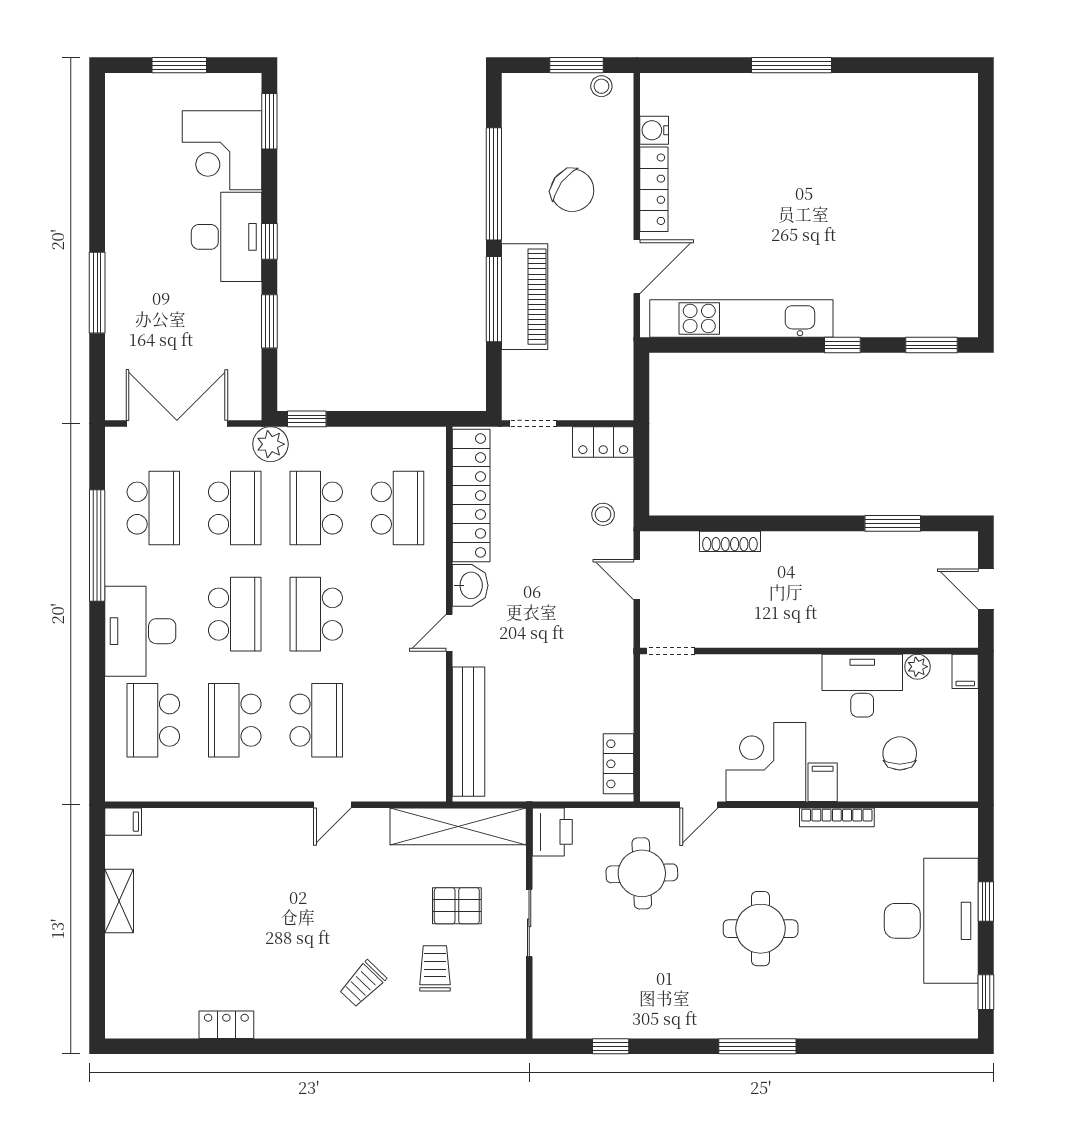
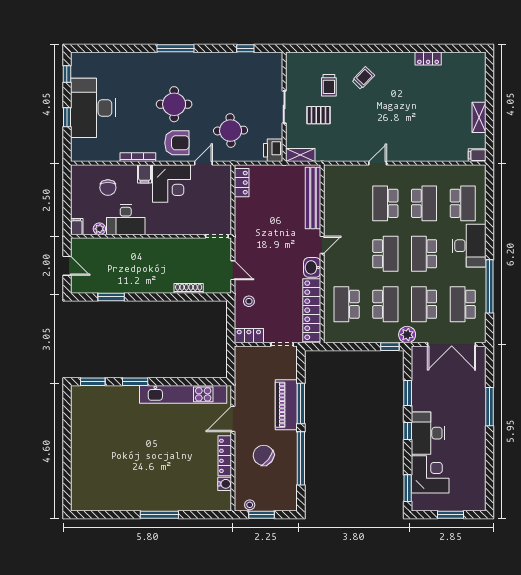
window: (842, 345) -> (135, 382), width x1.50
shelving: (458, 826) -> (300, 155), width x0.45, depth x0.75
armchair: (755, 848) -> (177, 143), added

